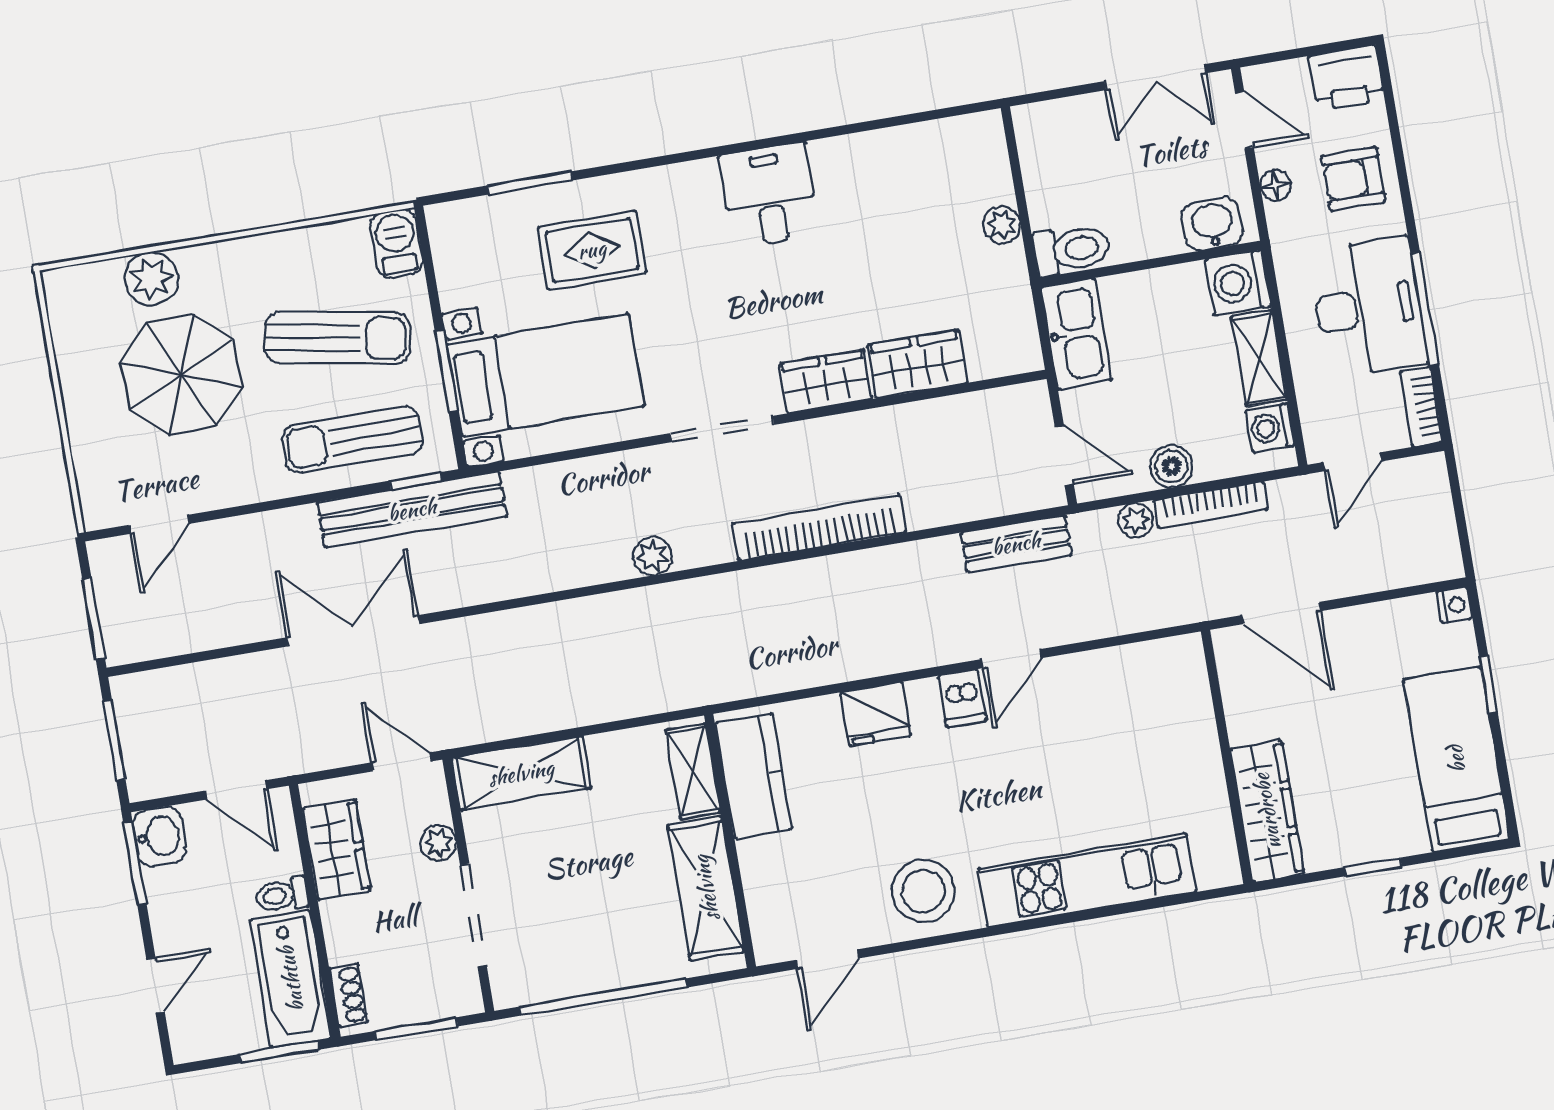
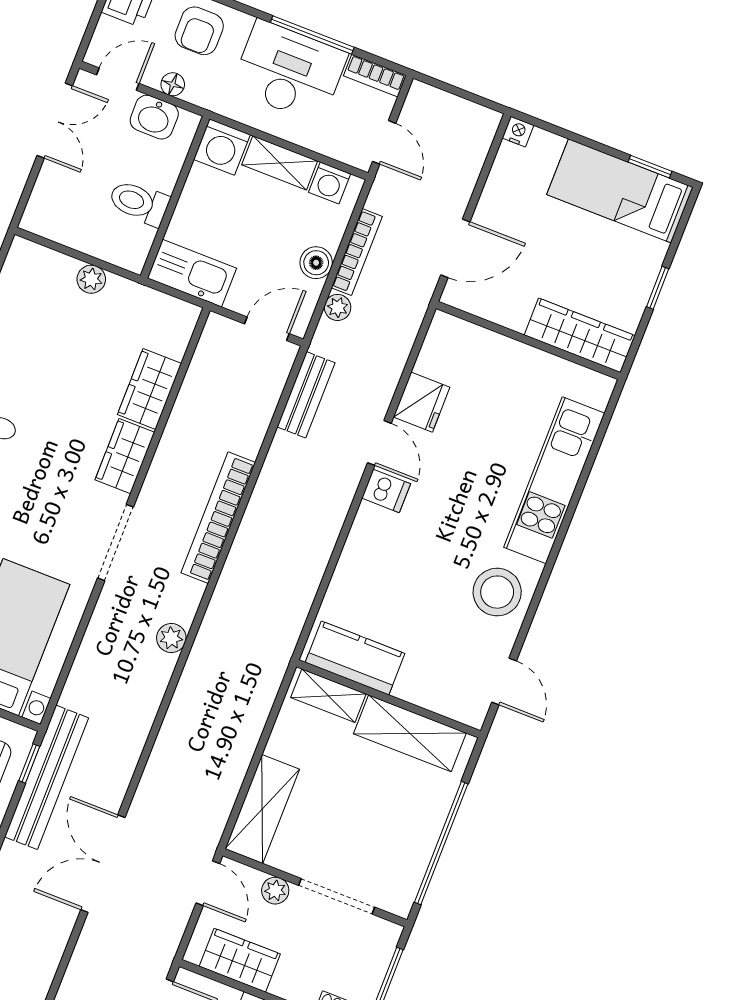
washbasin: (1213, 224) -> (154, 117), moved, turned -90
toilet: (1072, 250) -> (139, 203), moved, turned -90
window: (1488, 685) -> (650, 167), moved
fridge: (876, 714) -> (422, 402), moved
door: (401, 762) -> (208, 883), swing flipped

